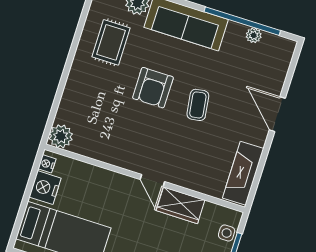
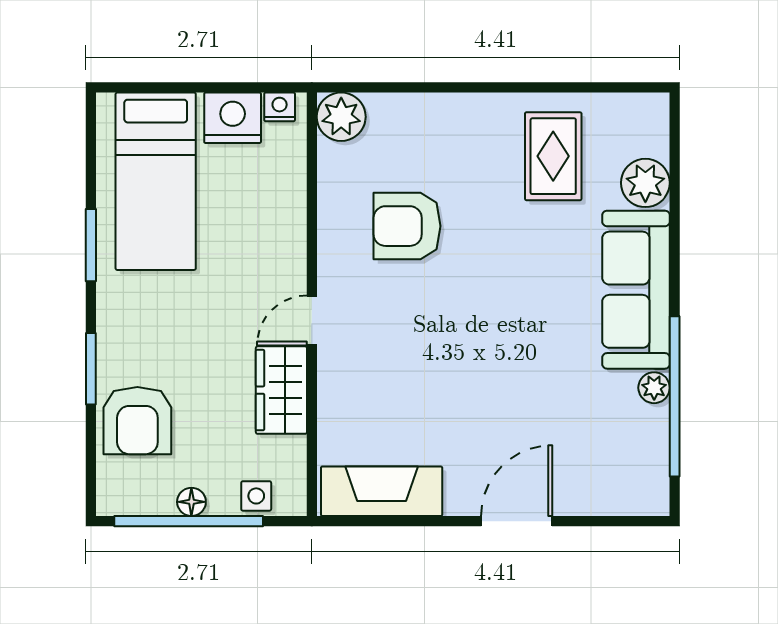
plant: (254, 35) -> (654, 388), moved
rug: (111, 42) -> (553, 156), turned 90
armchair: (153, 88) -> (407, 226), moved
coffee table: (198, 105) -> (486, 362), removed

